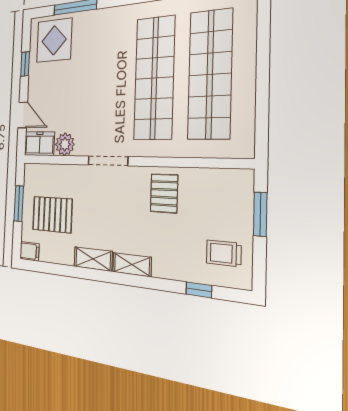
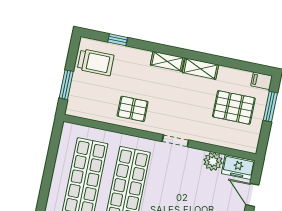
doorway: (108, 161) -> (175, 141), width x0.73
pallet: (164, 193) -> (133, 109), turned 90
window: (19, 204) -> (270, 107), moved
trolley: (224, 253) -> (96, 62), width x1.36, depth x1.39

